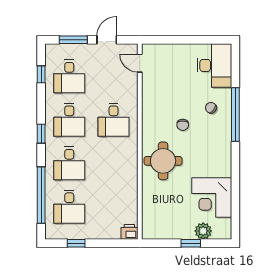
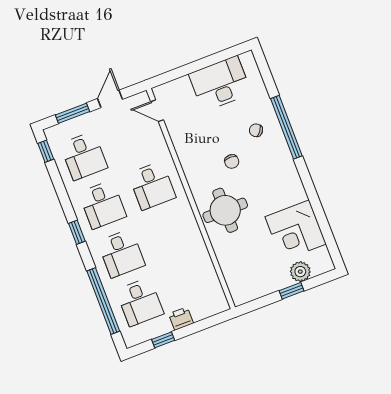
desk: (214, 65) -> (220, 84), moved, turned -90
window: (41, 74) -> (46, 151), moved
printer: (129, 232) -> (181, 319), moved

